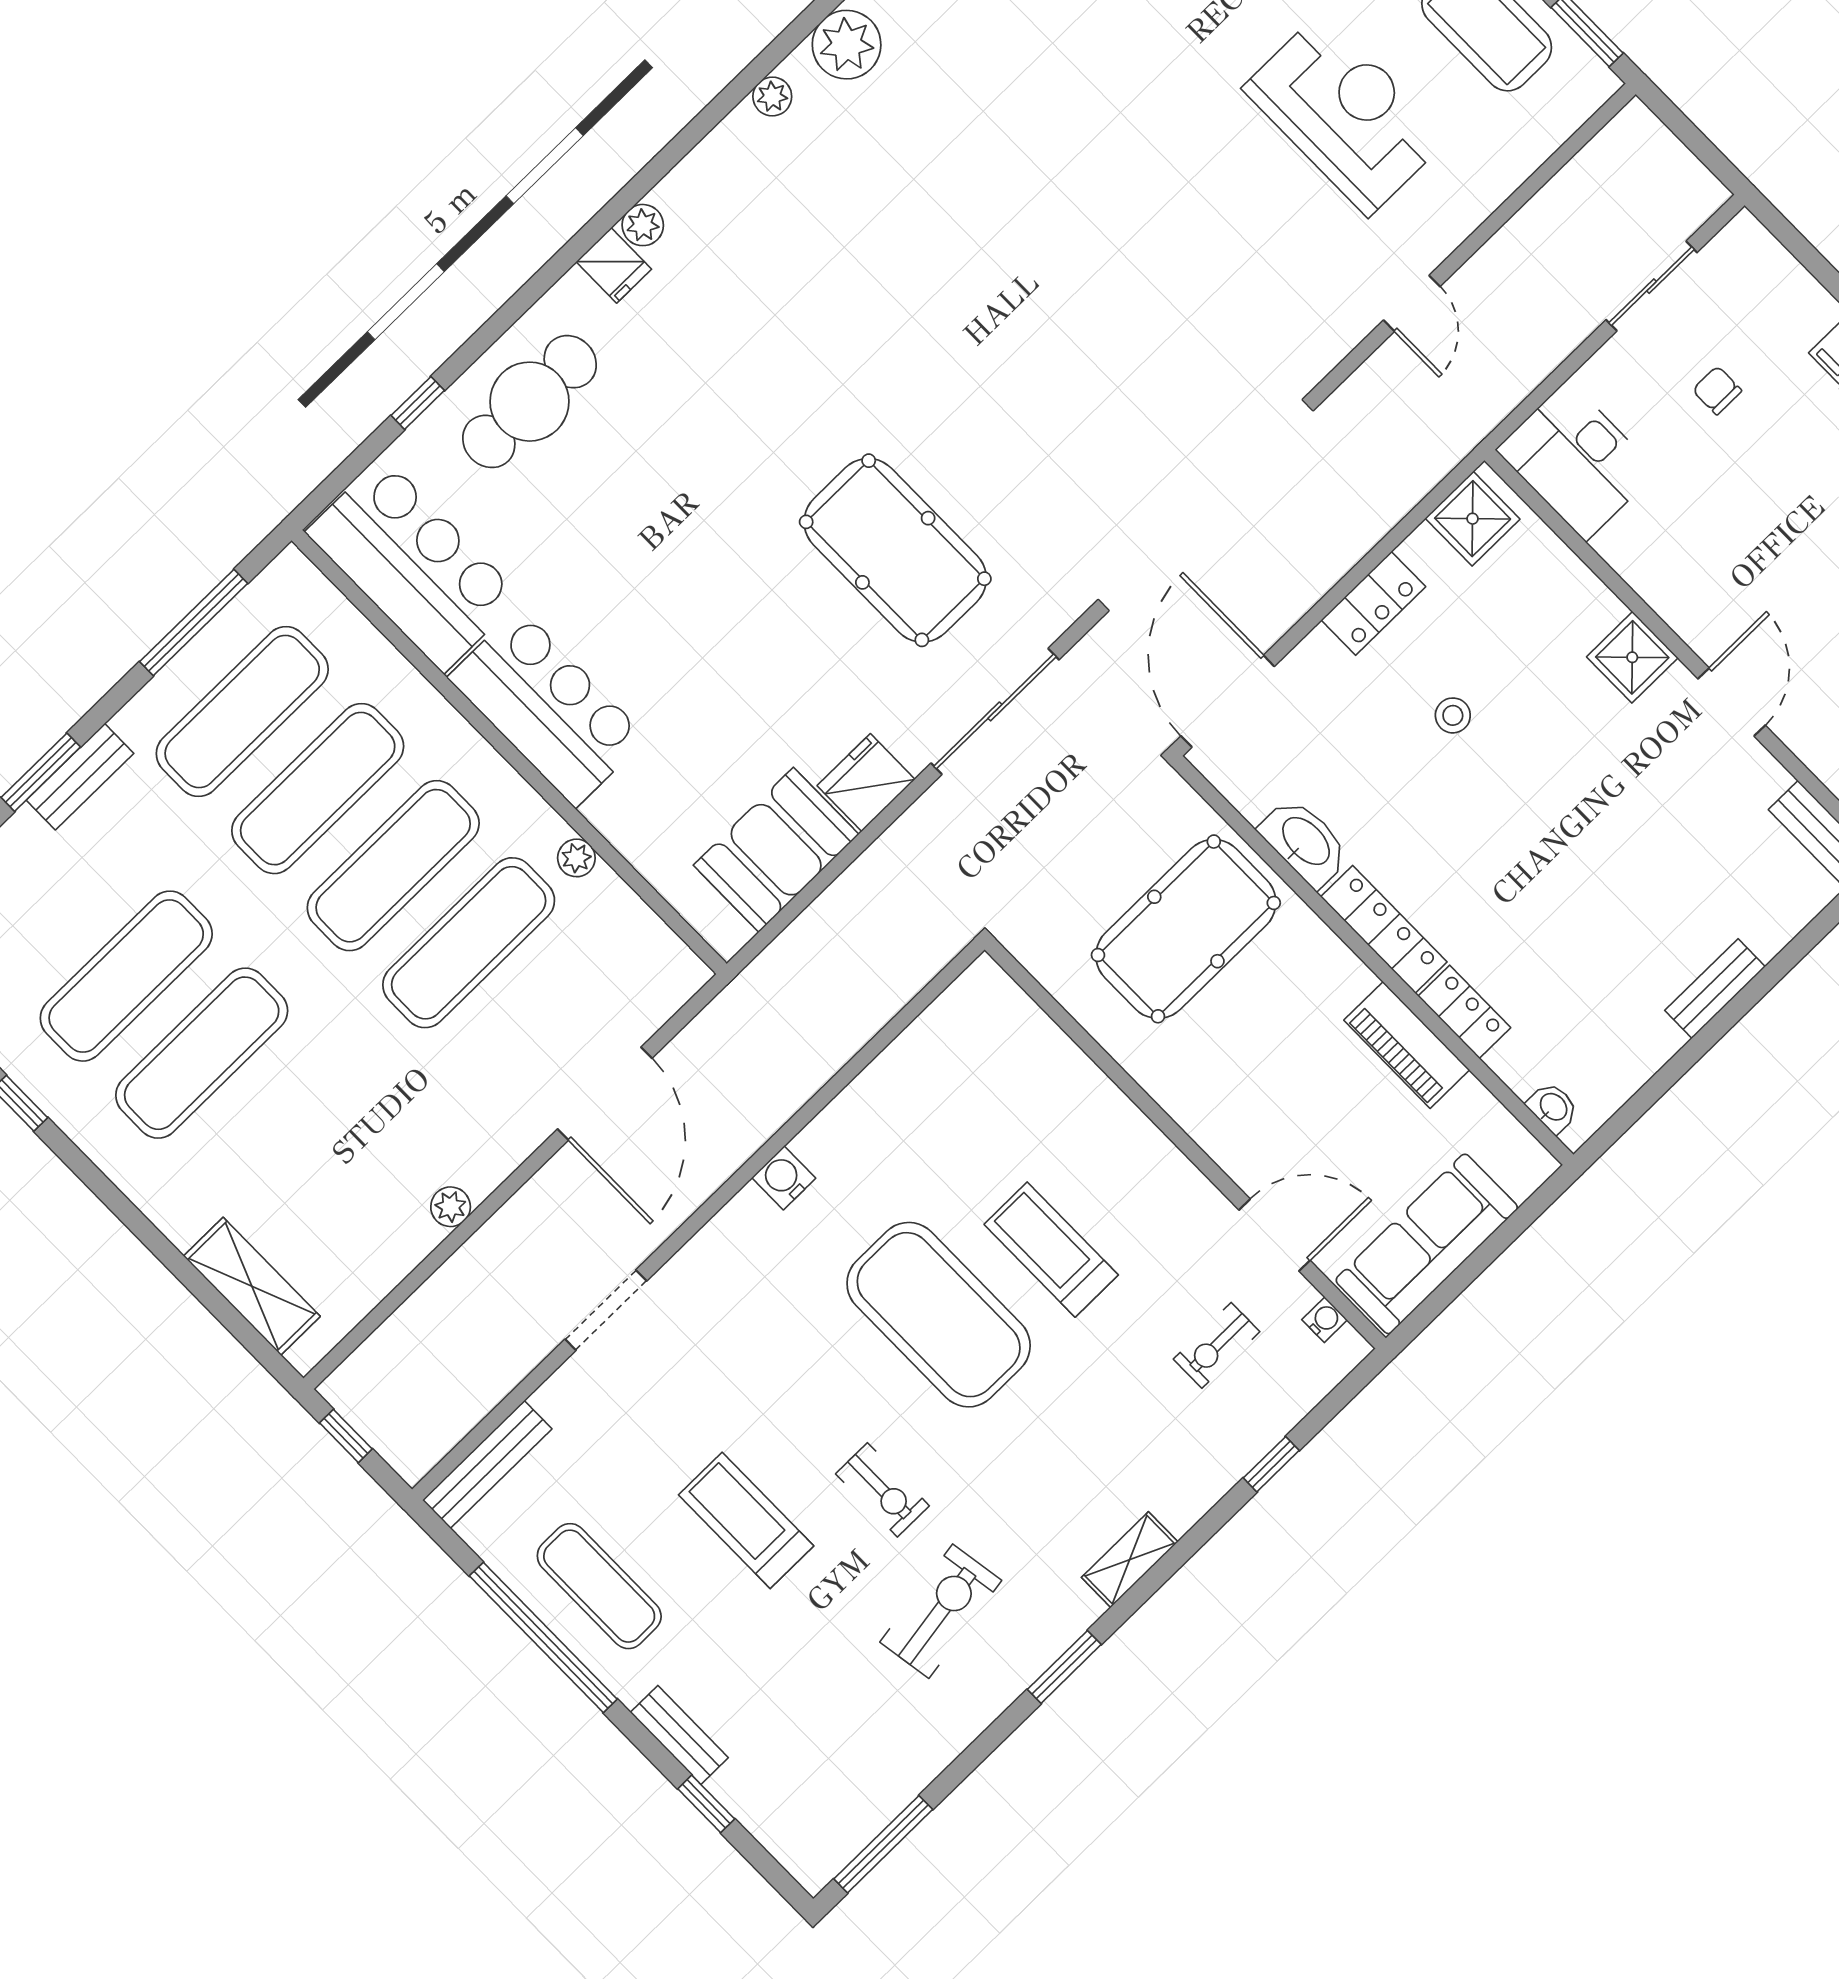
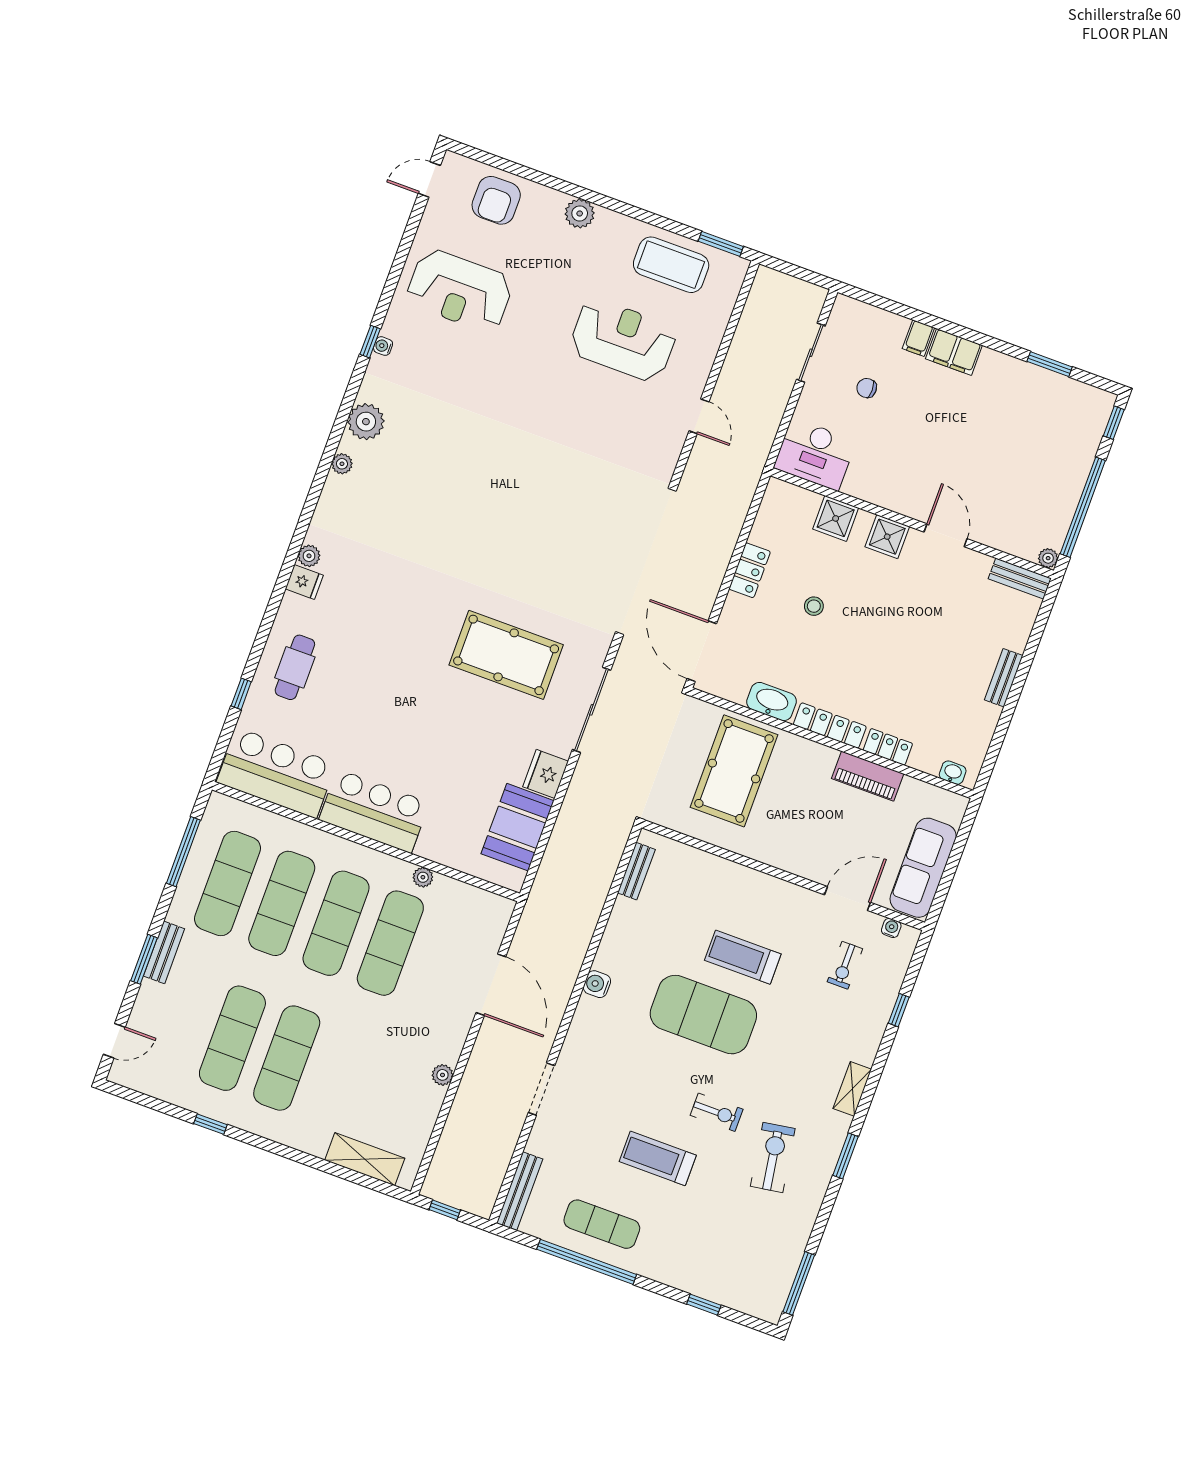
cafe table: (530, 402) -> (295, 667), width x0.73, depth x0.74
shower: (1473, 519) -> (836, 518), moved
bench: (679, 1735) -> (636, 871), moved, turned 90

